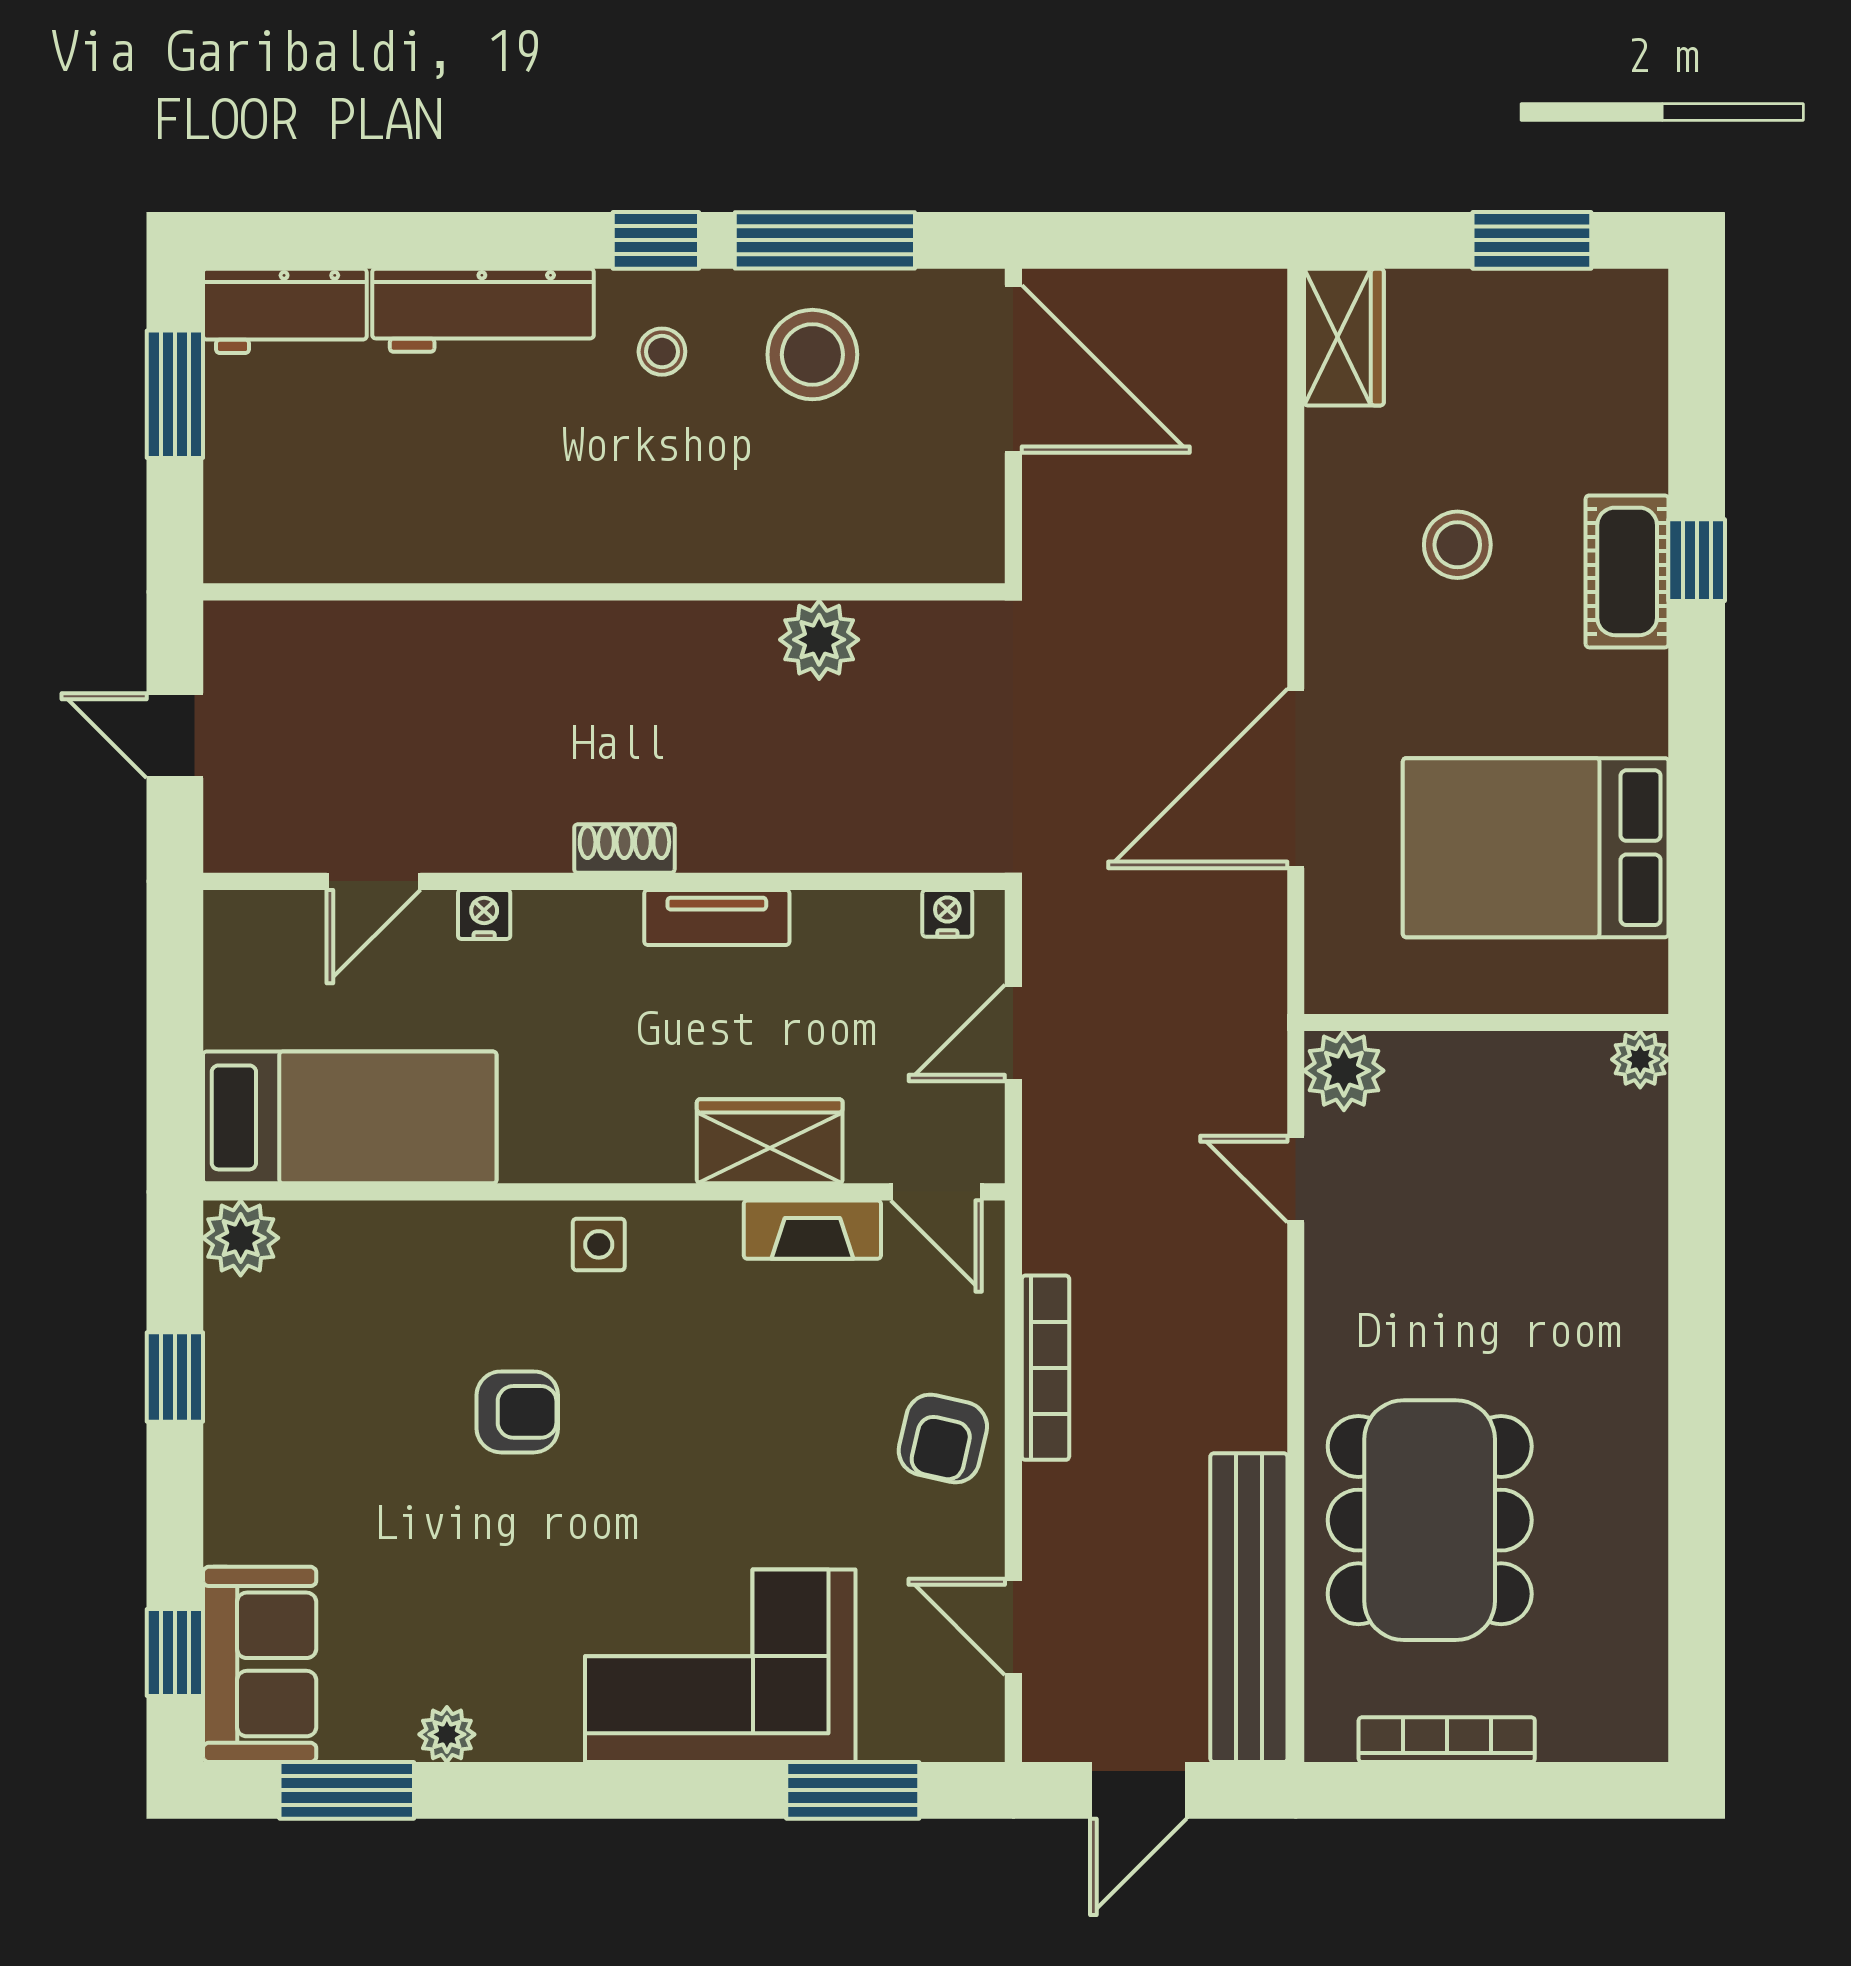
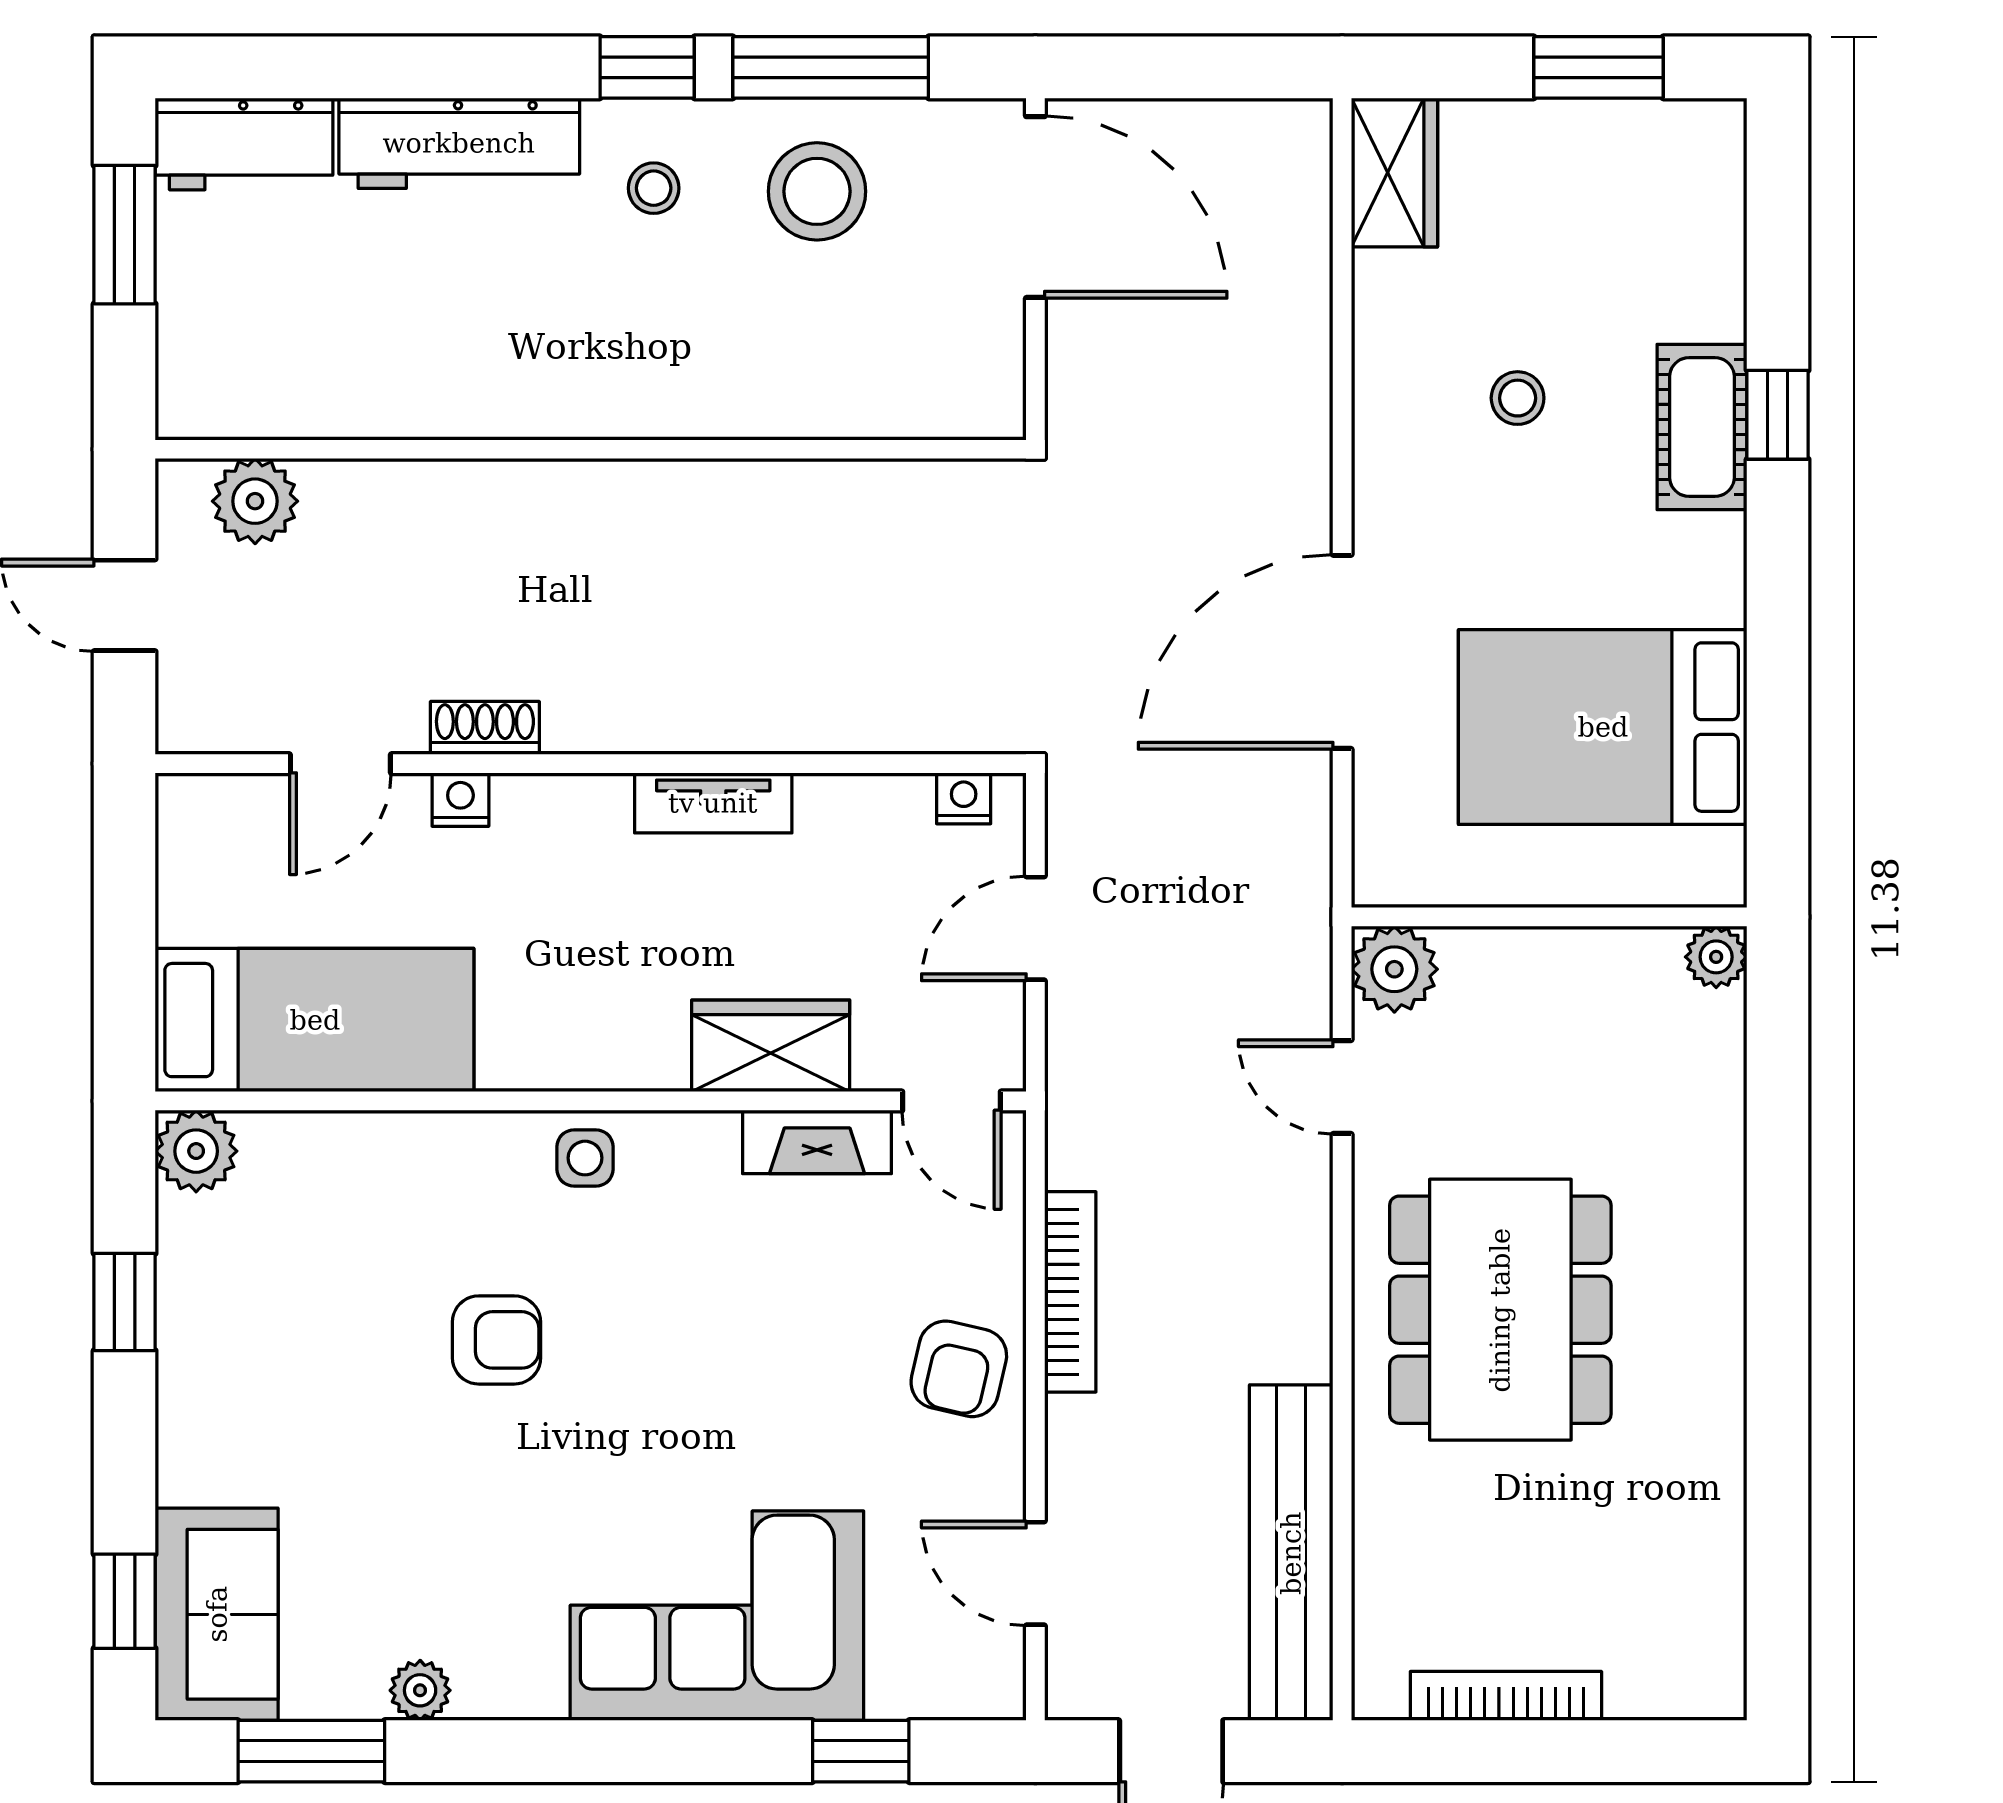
stool: (1457, 545) -> (1518, 398), width x0.73, depth x0.73
plant: (819, 640) -> (255, 501), moved
shoe rack: (624, 848) -> (485, 728), moved
dining table: (1430, 1520) -> (1500, 1310), moved
window: (853, 1790) -> (861, 1751), width x0.67

